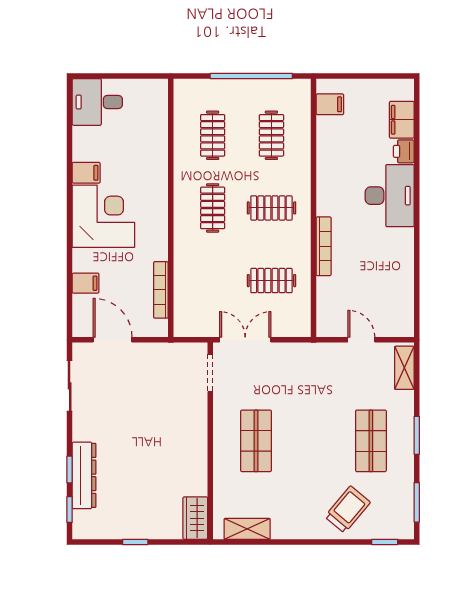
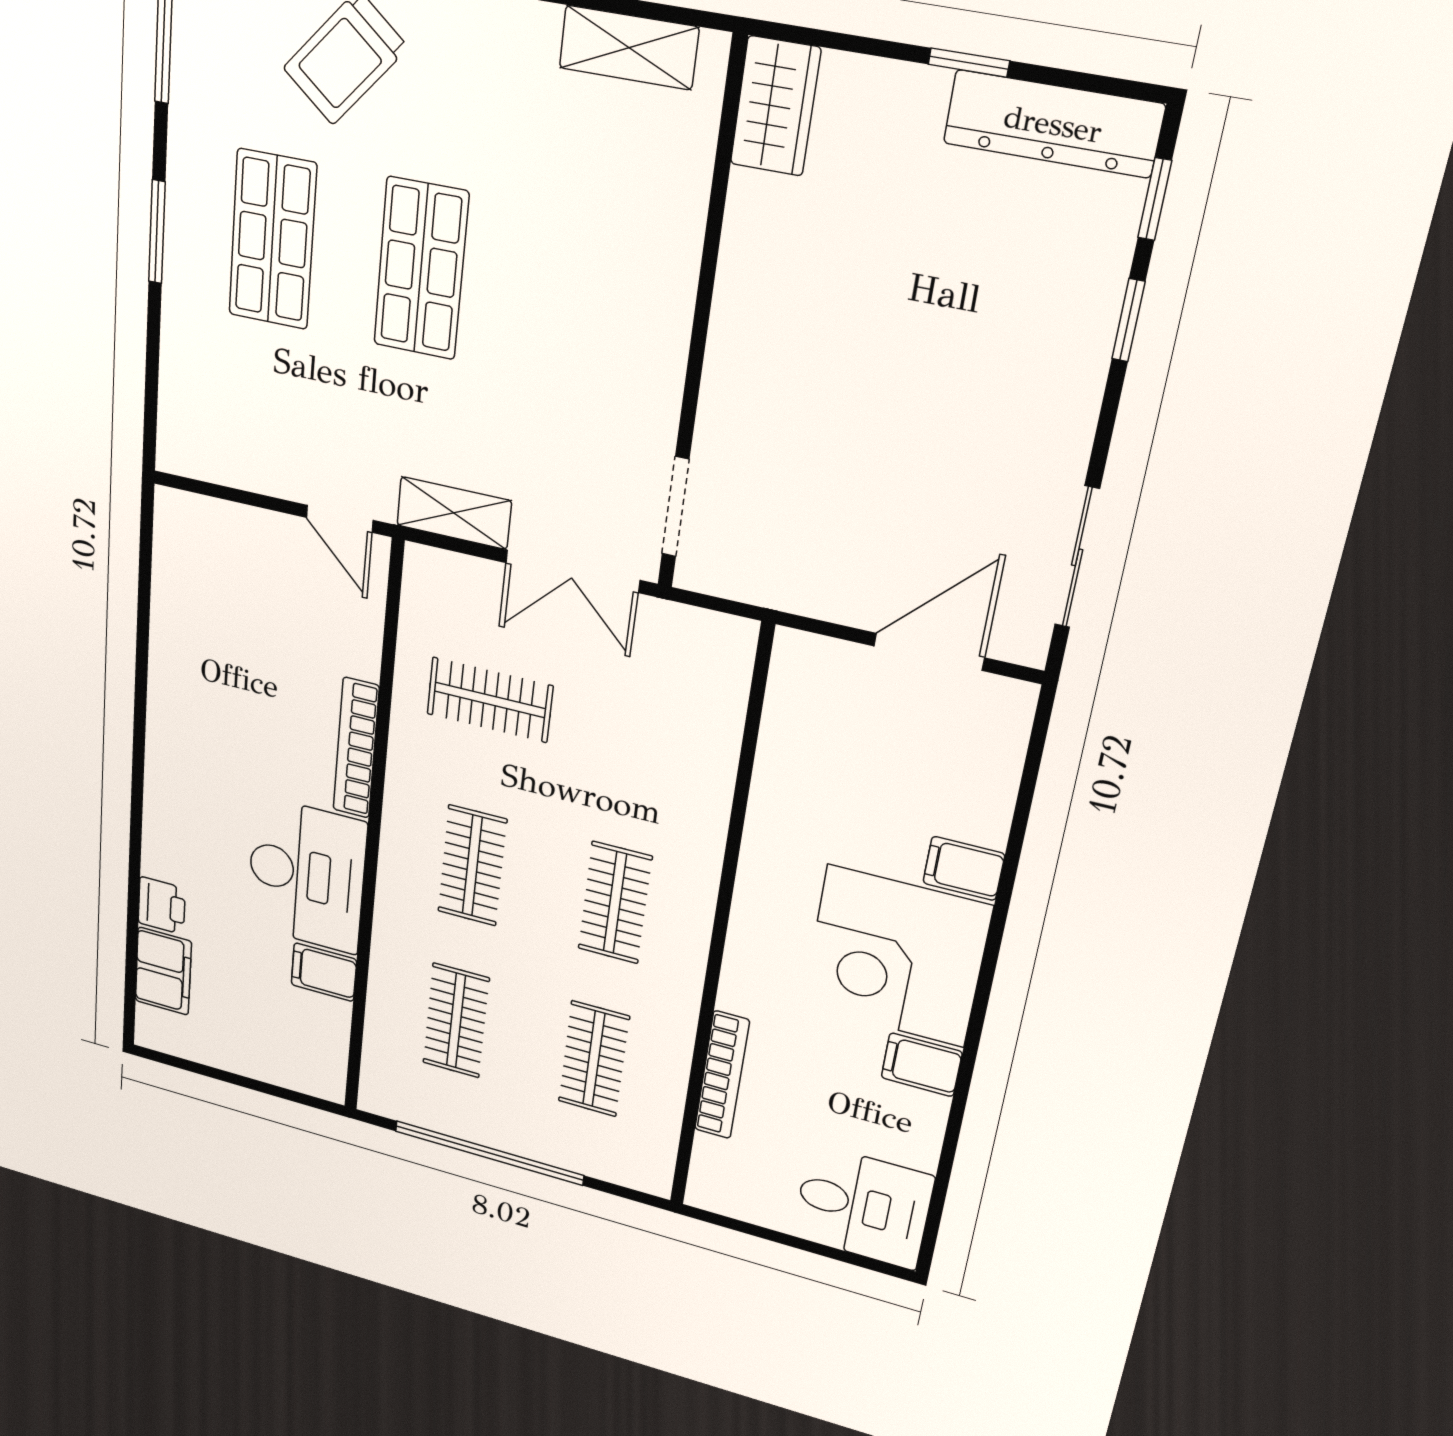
filing cabinet: (330, 104) -> (324, 972), moved
desk: (390, 196) -> (306, 875), moved, turned 180
clothes rail: (271, 208) -> (472, 866), turned 90
filing cabinet: (86, 283) -> (964, 868), moved
bookcase: (161, 290) -> (722, 1075), moved
door: (113, 340) -> (929, 652), swing flipped
door: (361, 340) -> (340, 519), moved
shelving: (404, 368) -> (454, 513), moved, turned 90
shop shelf: (256, 441) -> (421, 269), moved
dresser: (84, 475) -> (1053, 124), moved, turned -90

